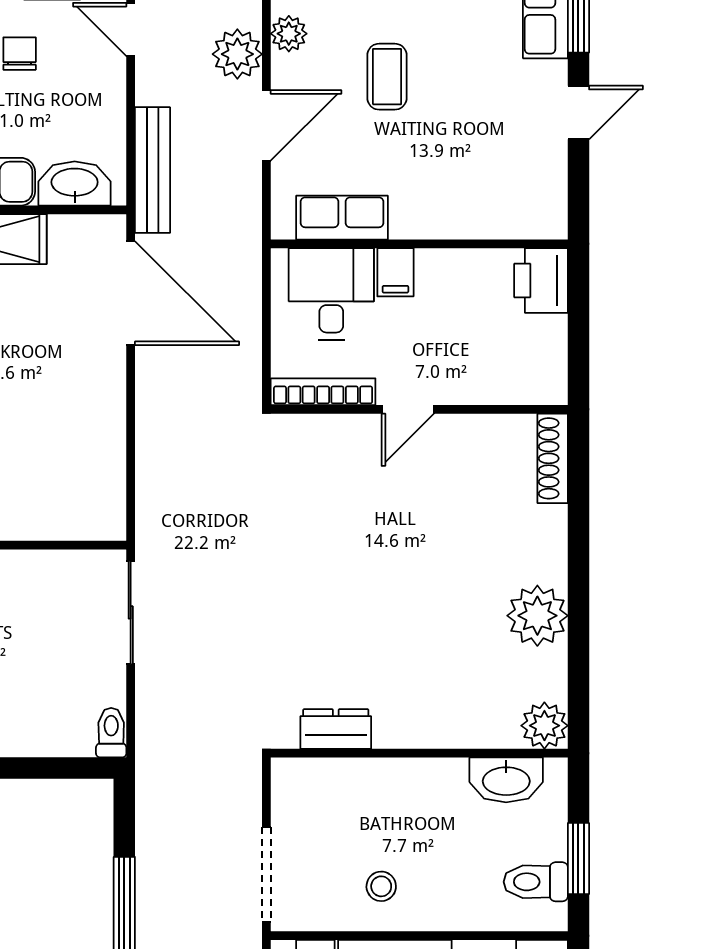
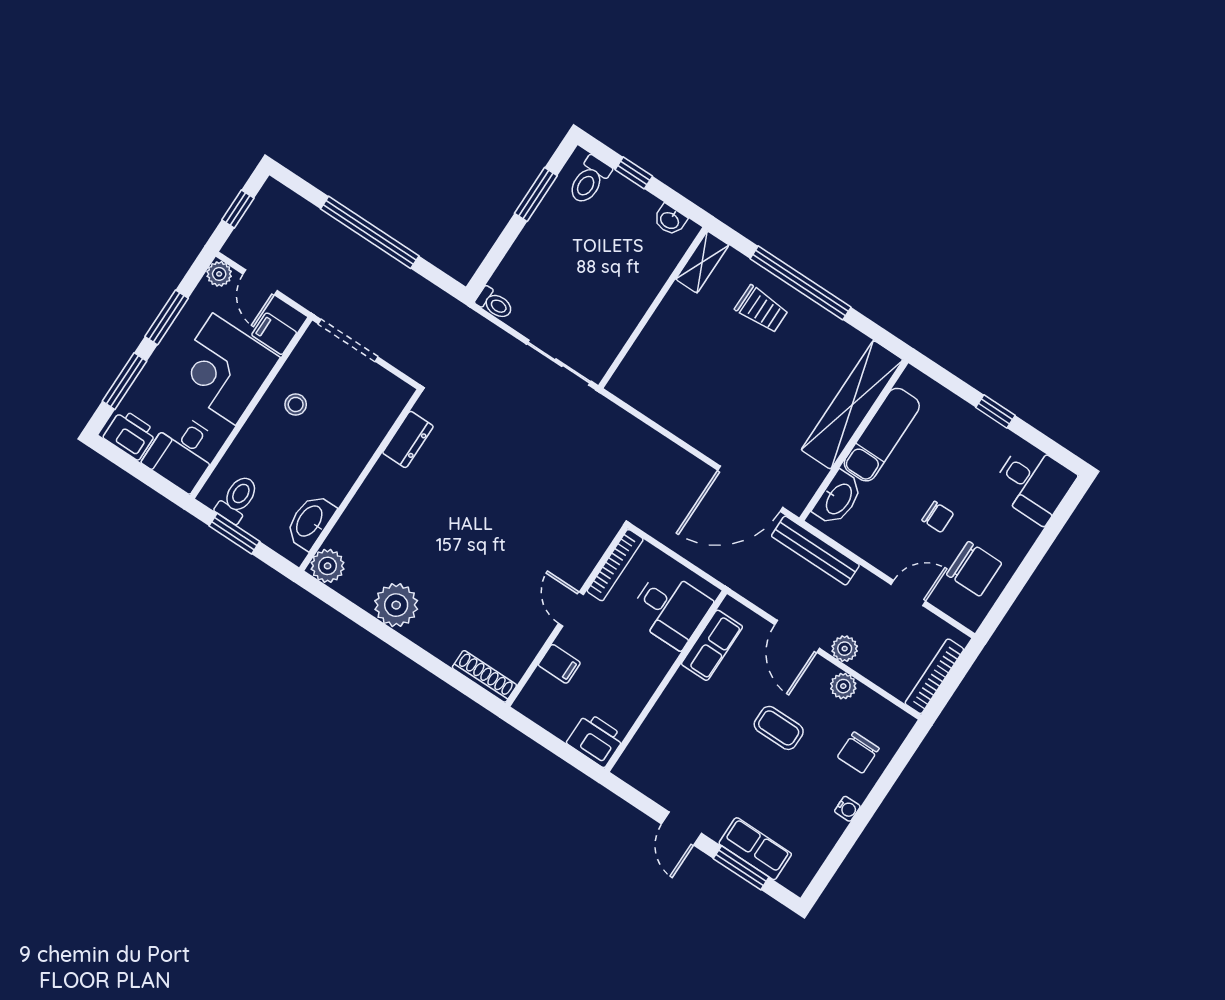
plant: (237, 54) -> (845, 649), width x0.73, depth x0.73
filing cabinet: (395, 272) -> (559, 664), moved, turned 180

